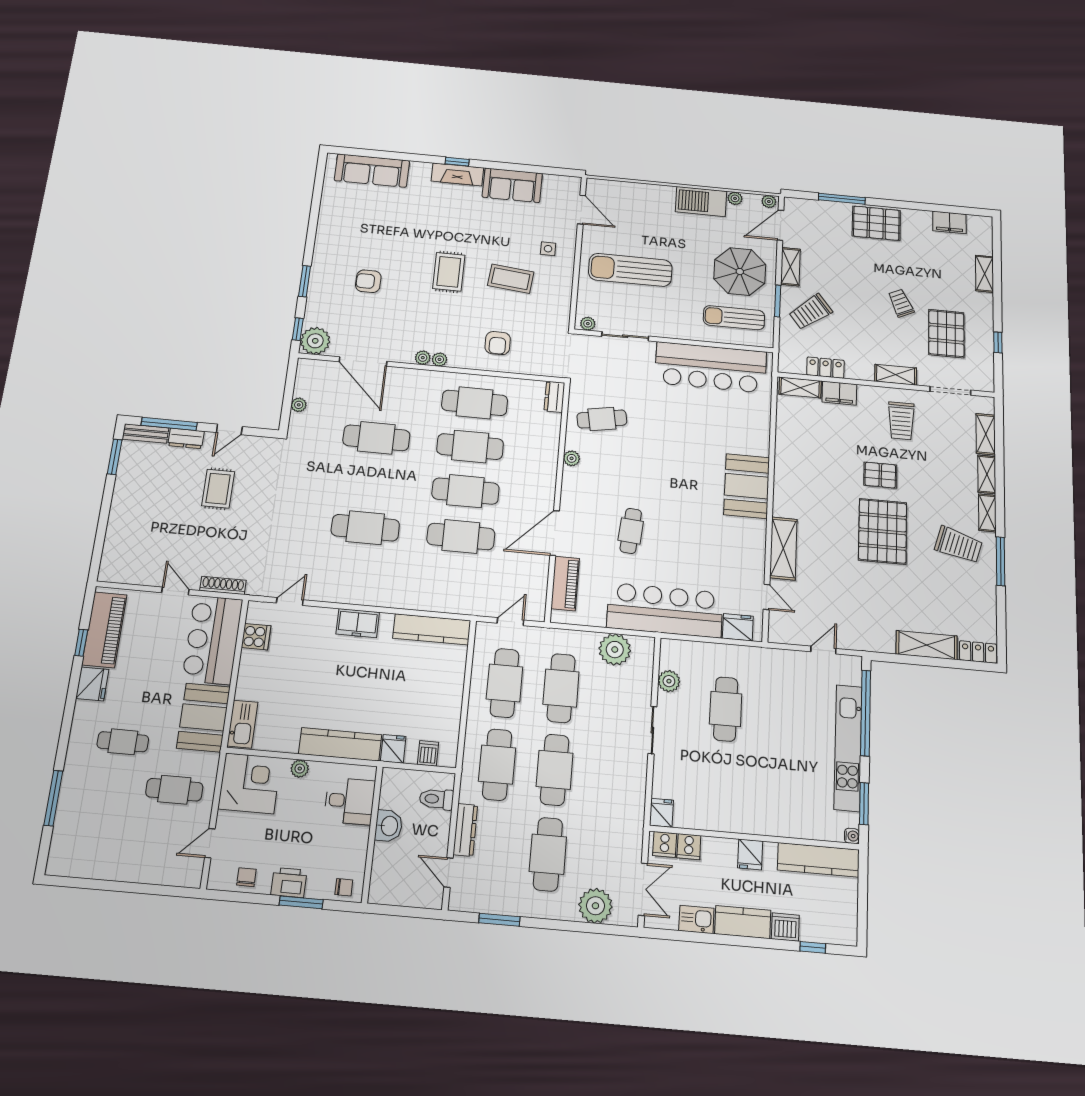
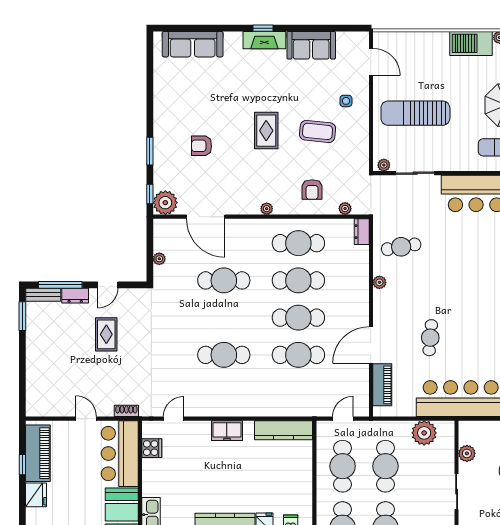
plant: (423, 358) -> (345, 209), moved
shoe rack: (223, 585) -> (126, 411), width x0.70

